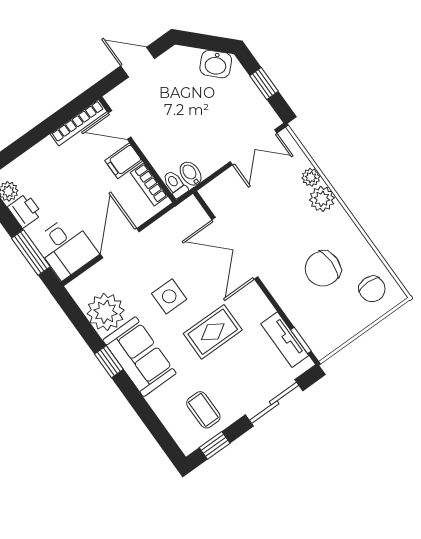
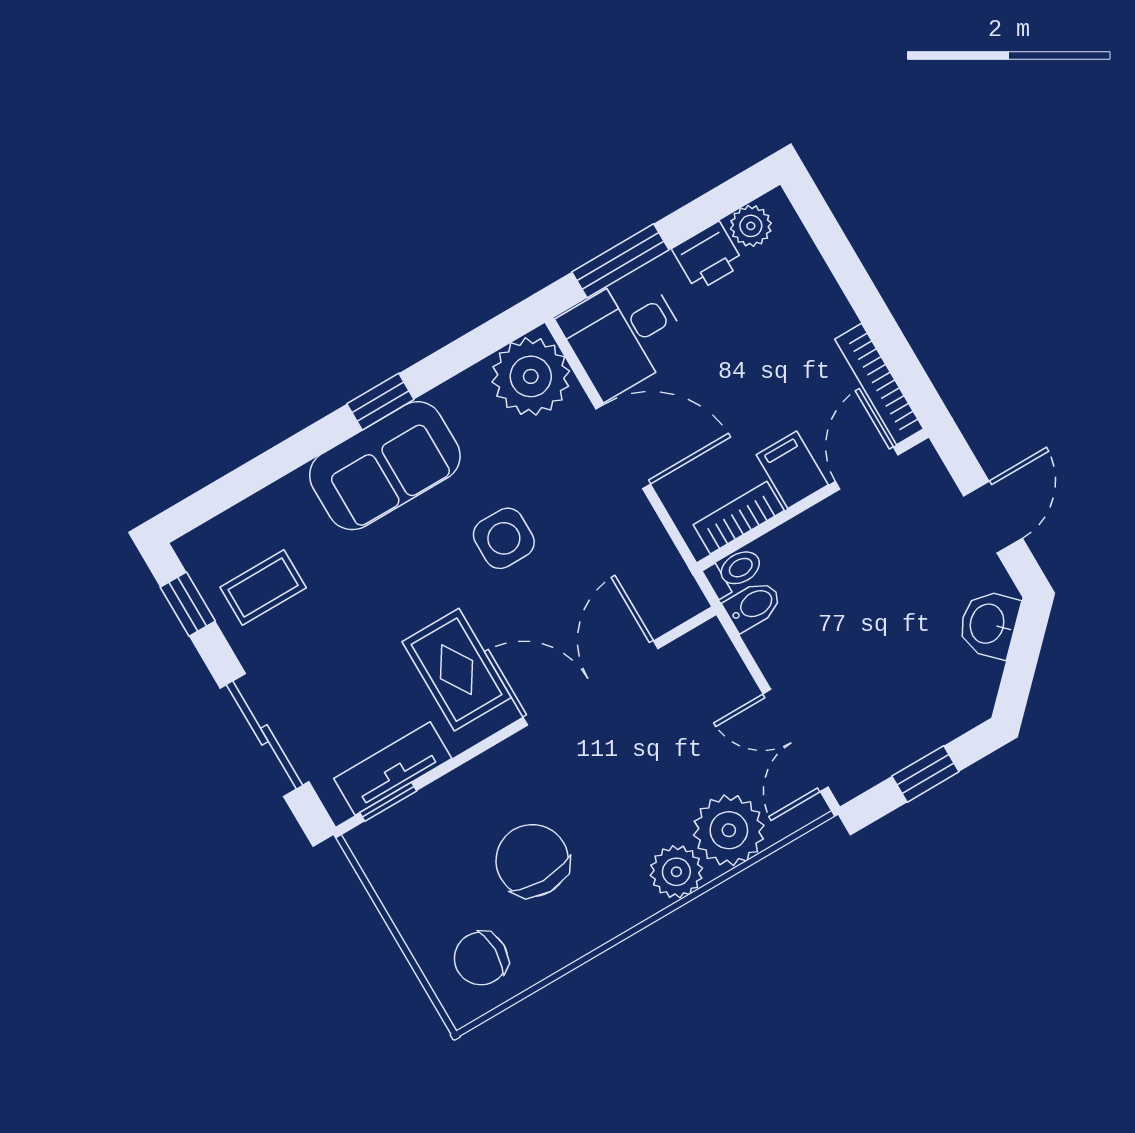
washbasin: (216, 64) -> (989, 624), moved
plant: (311, 177) -> (729, 830), width x1.88, depth x1.88
plant: (106, 312) -> (531, 376), moved
rug: (213, 332) -> (457, 670), moved

